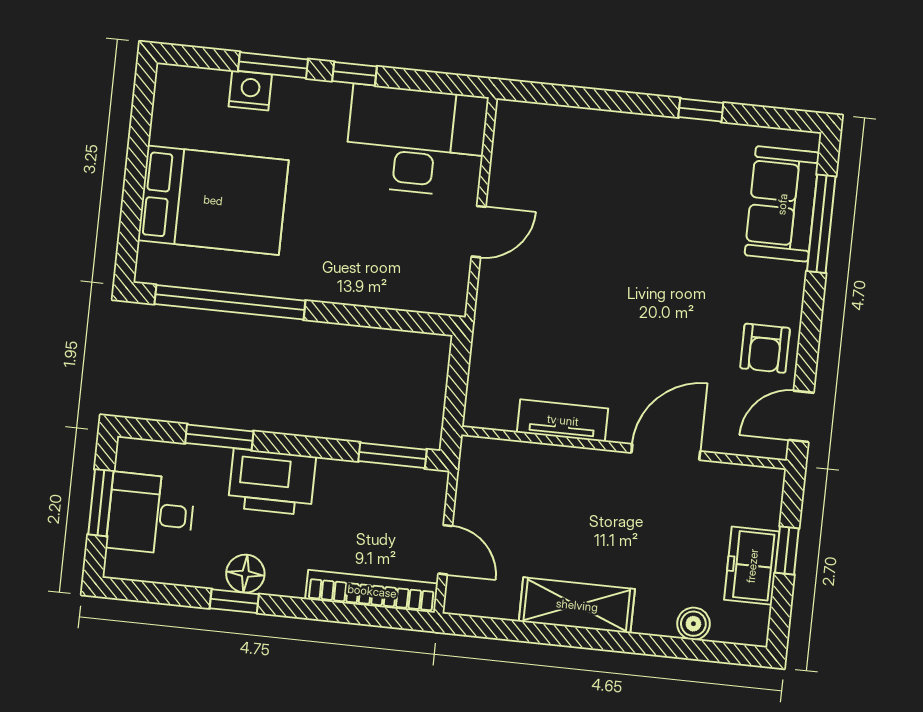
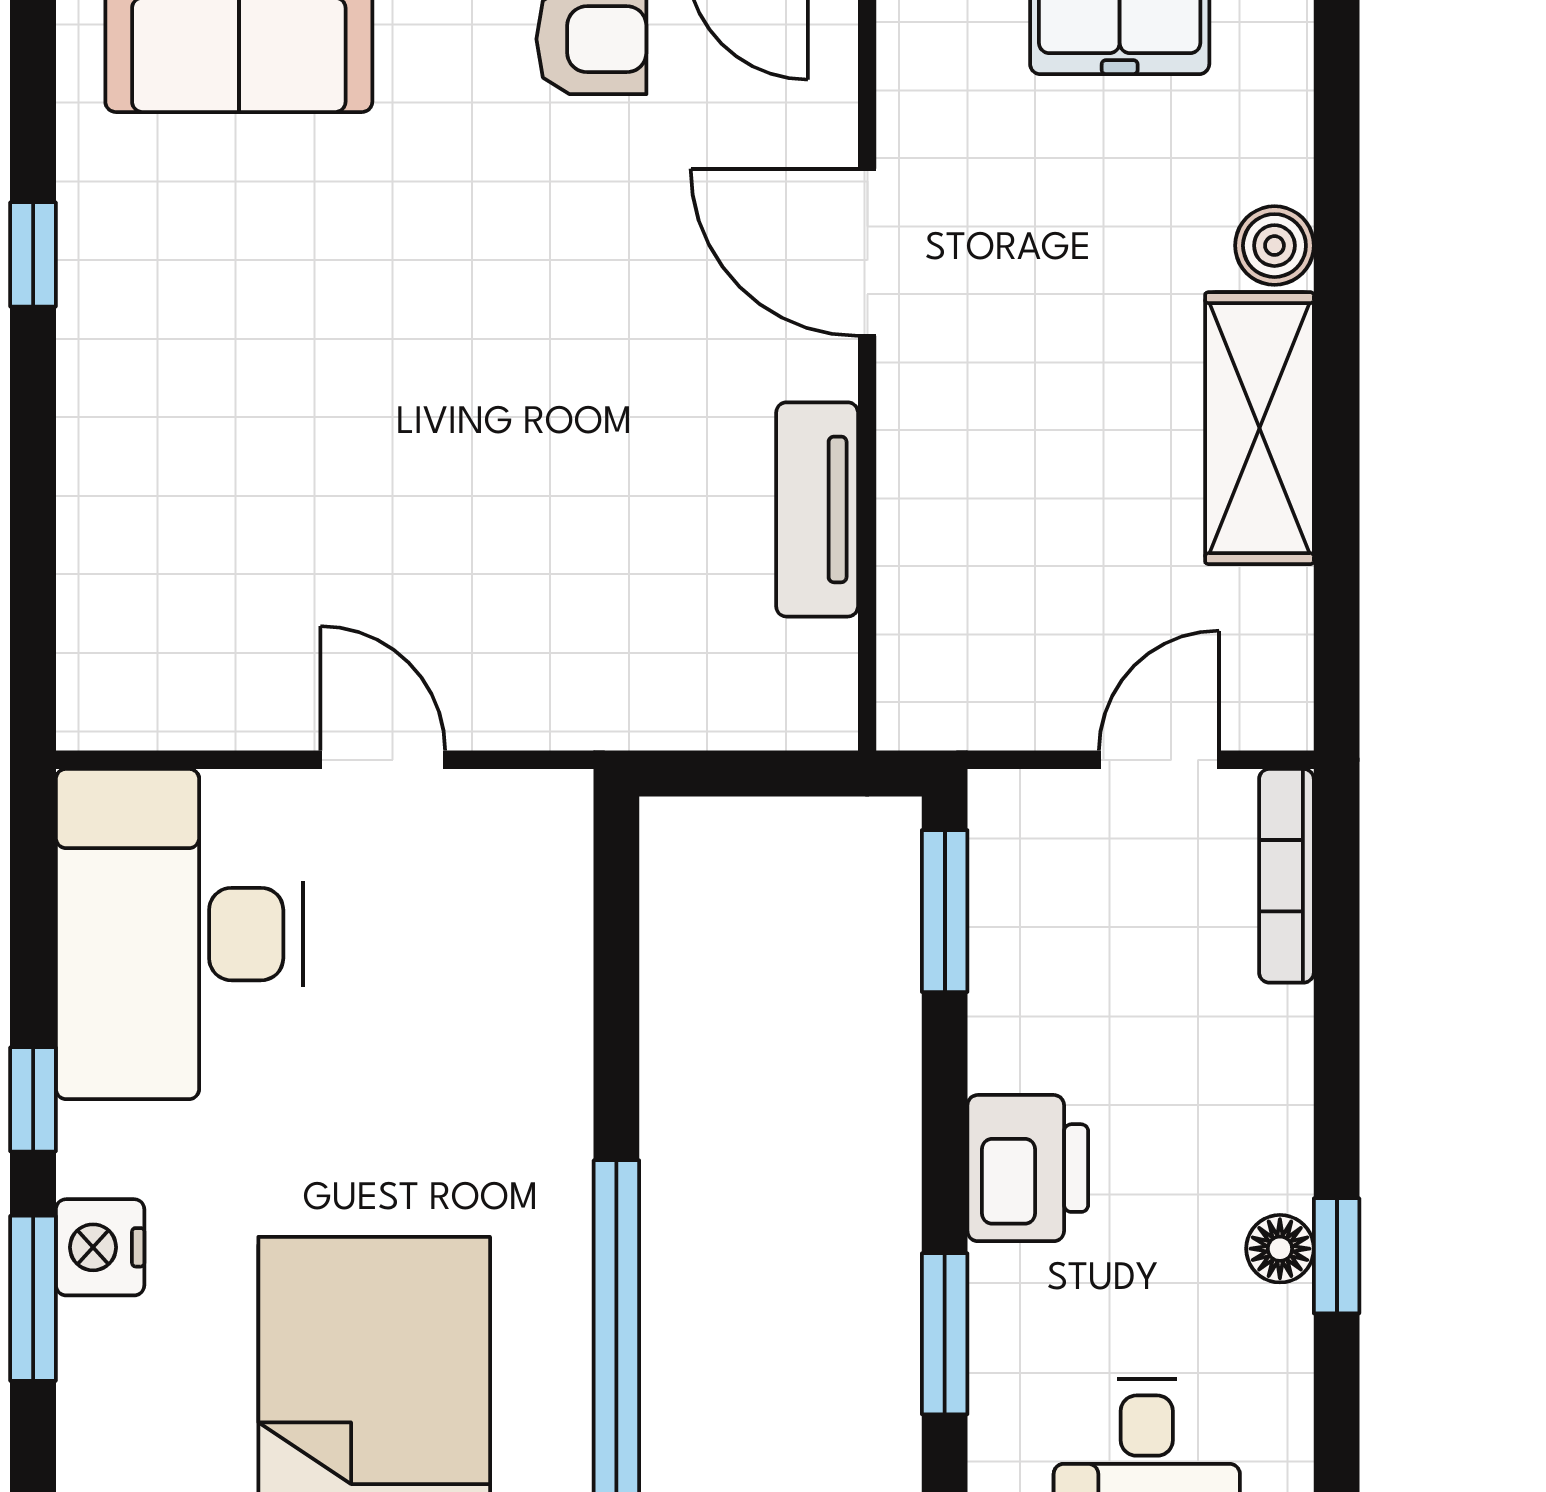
nightstand: (250, 90) -> (100, 1247), moved
printer: (272, 482) -> (1028, 1168), width x0.73, depth x0.84
floor lamp: (245, 574) -> (1280, 1249), width x0.73, depth x0.73
bookcase: (372, 591) -> (1286, 876), width x0.68, depth x0.76
boiler: (693, 624) -> (1274, 246), moved

